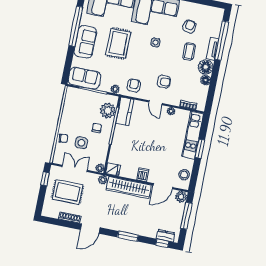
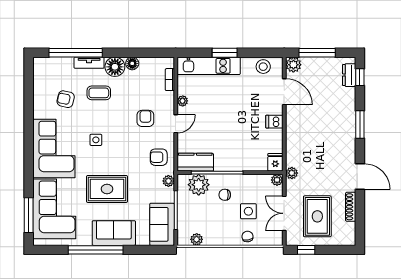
plant: (69, 101) -> (197, 239), added
wardrobe: (129, 188) -> (295, 136), removed

